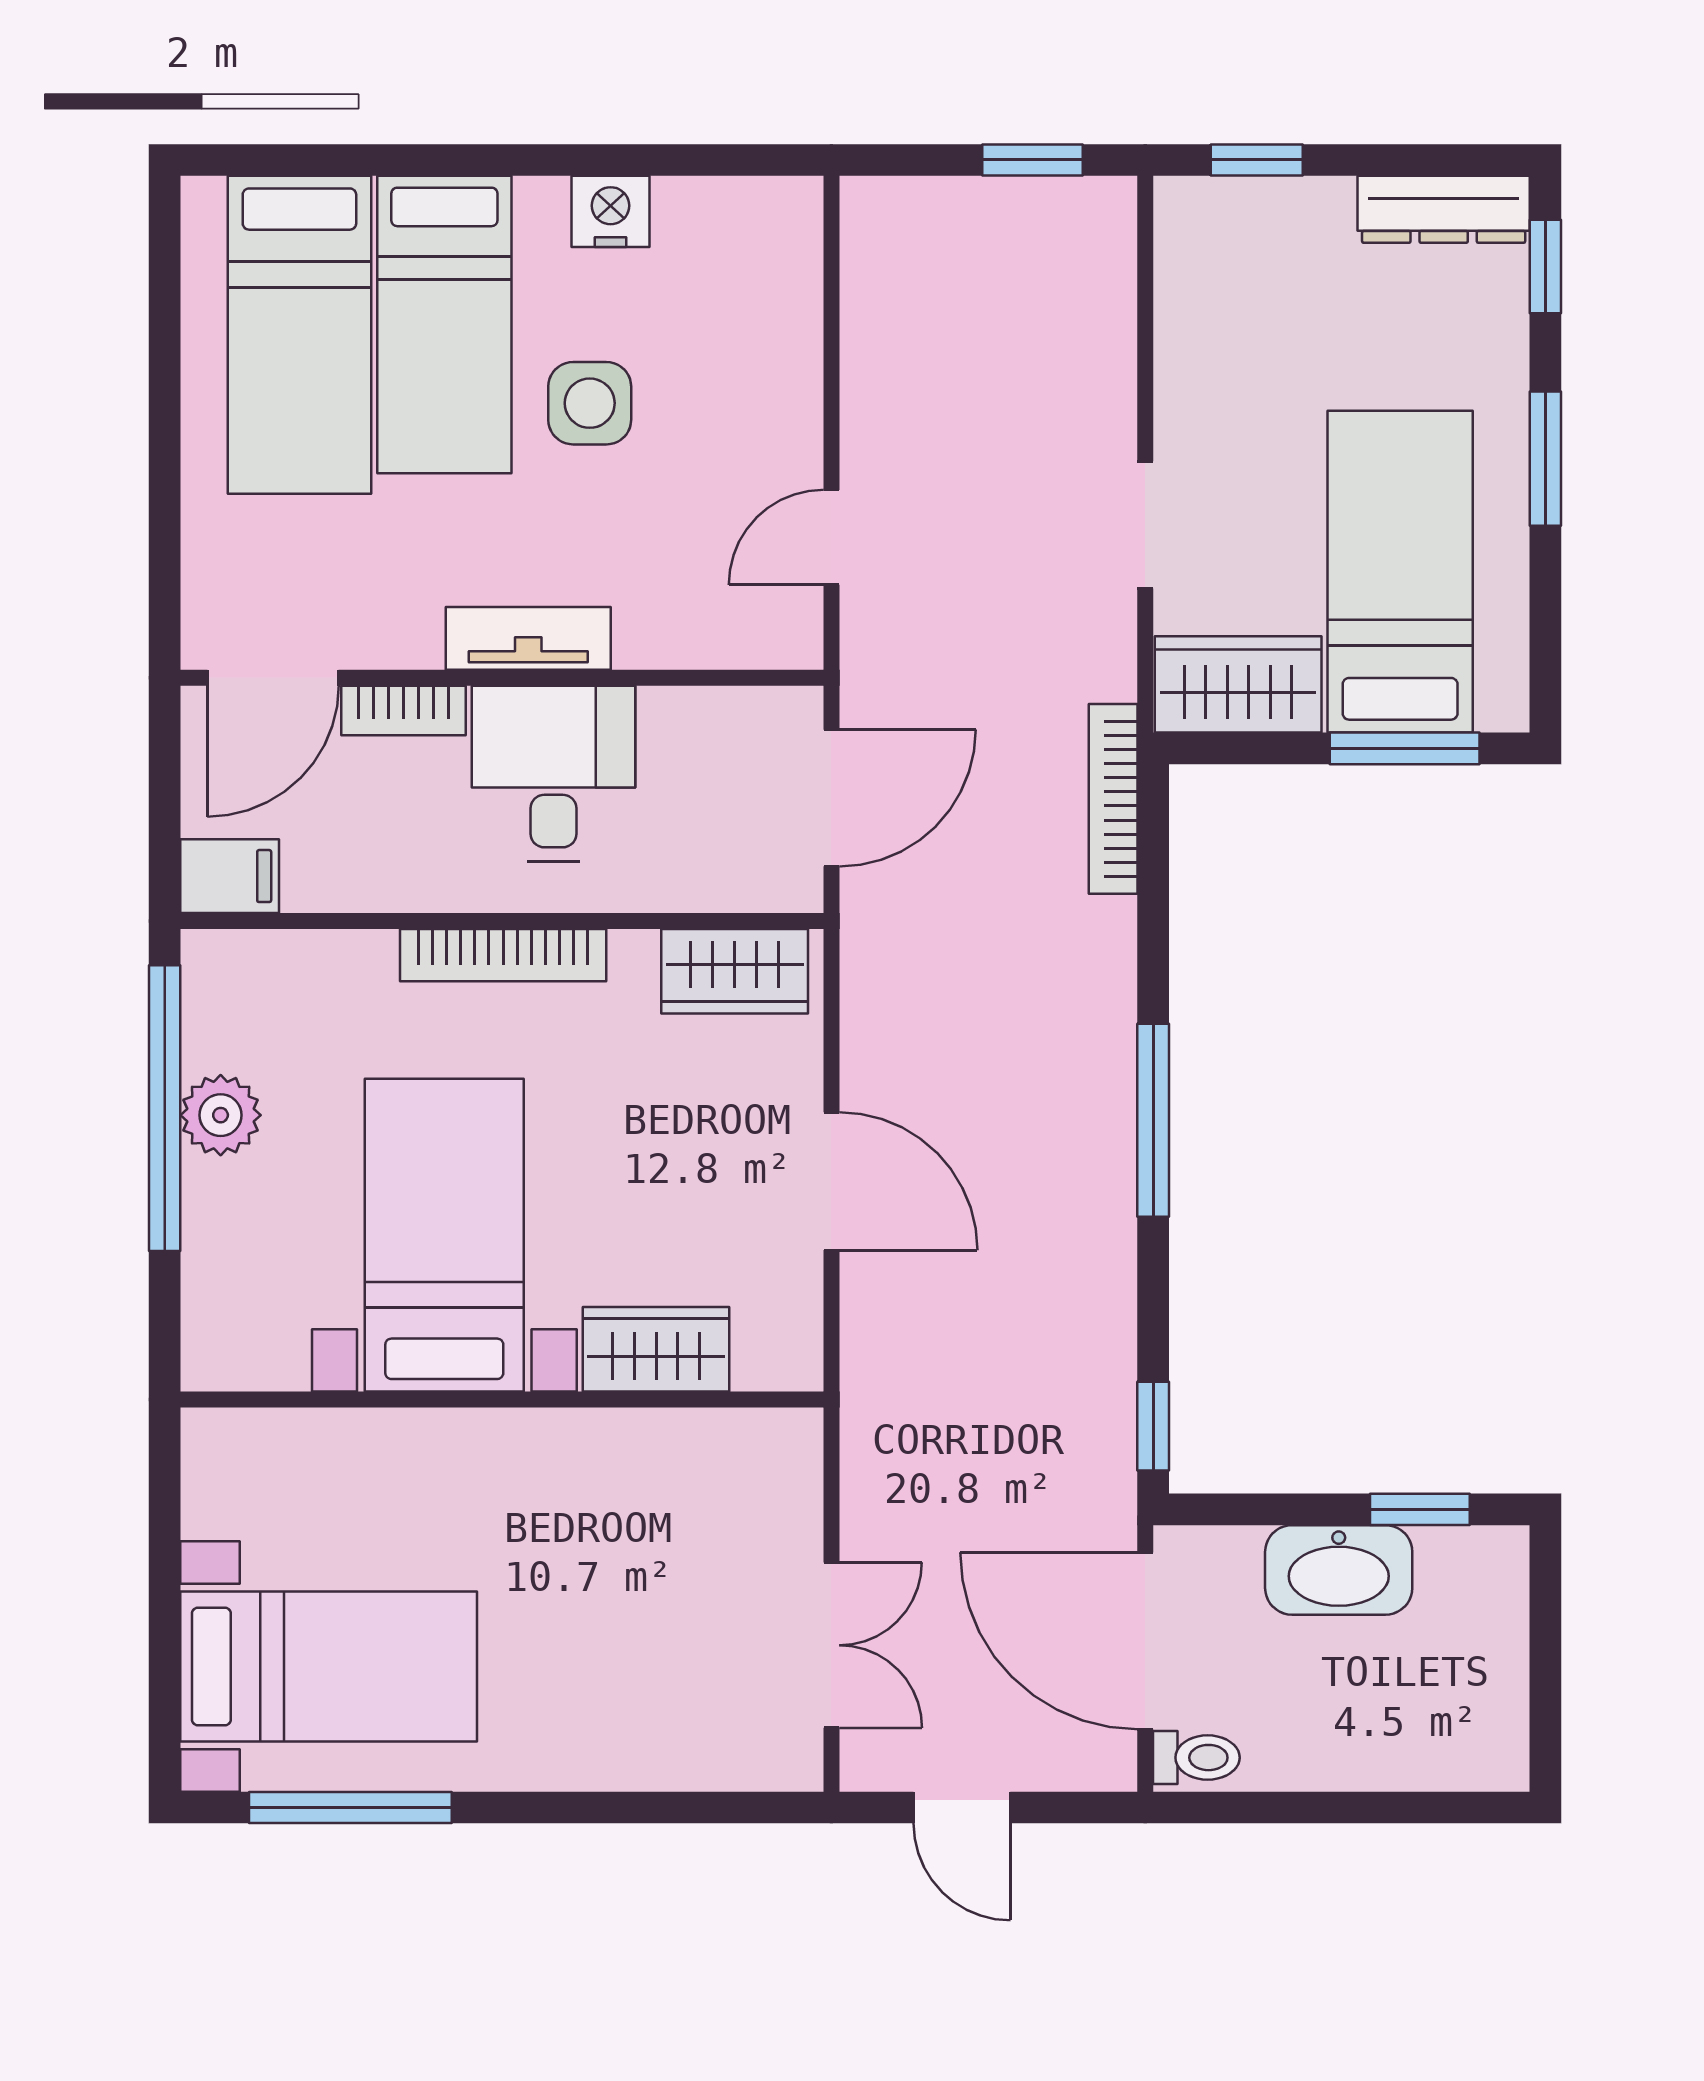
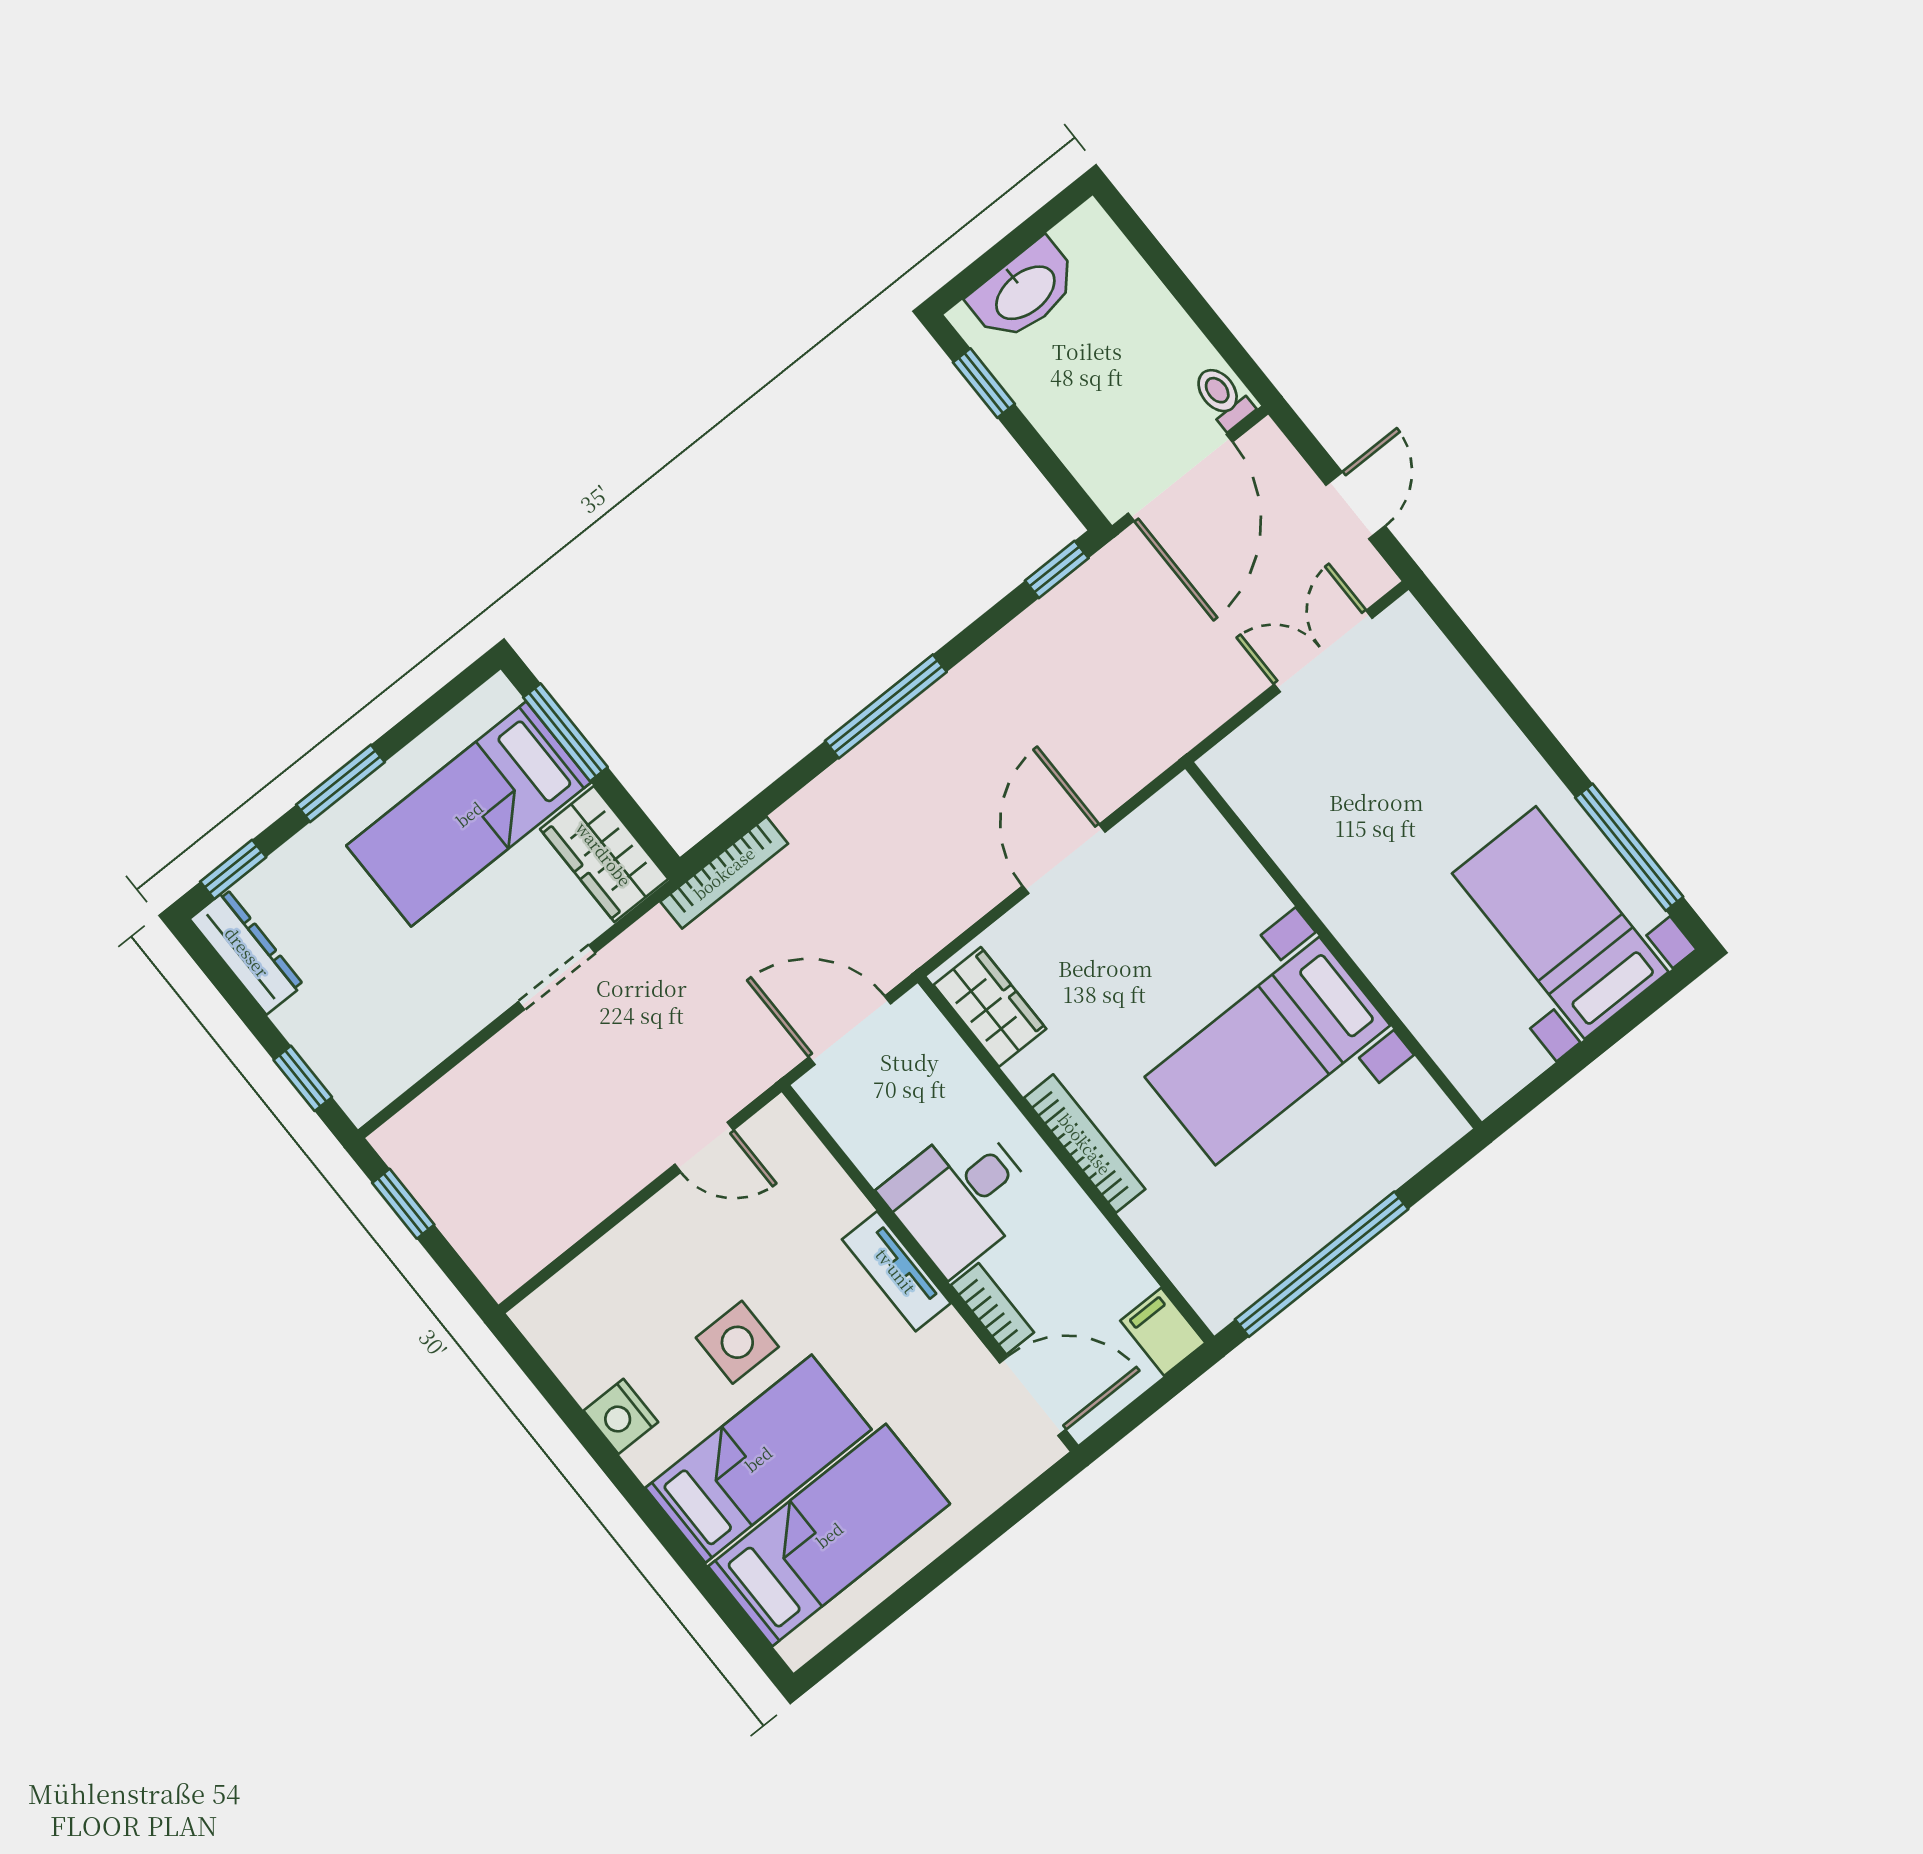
plant: (221, 1115) -> (1300, 1230), removed
wardrobe: (656, 1349) -> (1236, 882), removed
washbasin: (1339, 1570) -> (1024, 291), moved, turned 90

